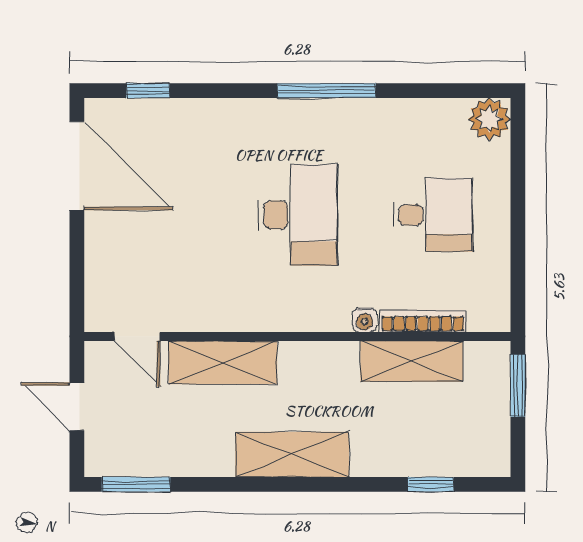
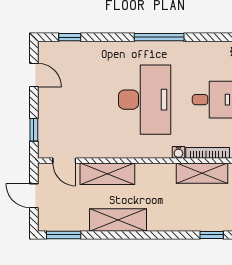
door: (77, 166) -> (34, 75), width x0.53
desk: (297, 215) -> (145, 100), width x1.36, depth x1.30
window: (77, 275) -> (34, 130), added
shelving: (292, 454) -> (118, 220), moved

